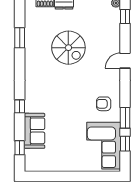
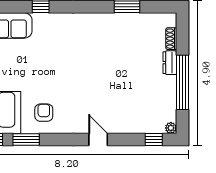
spiral stairs: (68, 48) -> (114, 68), removed

